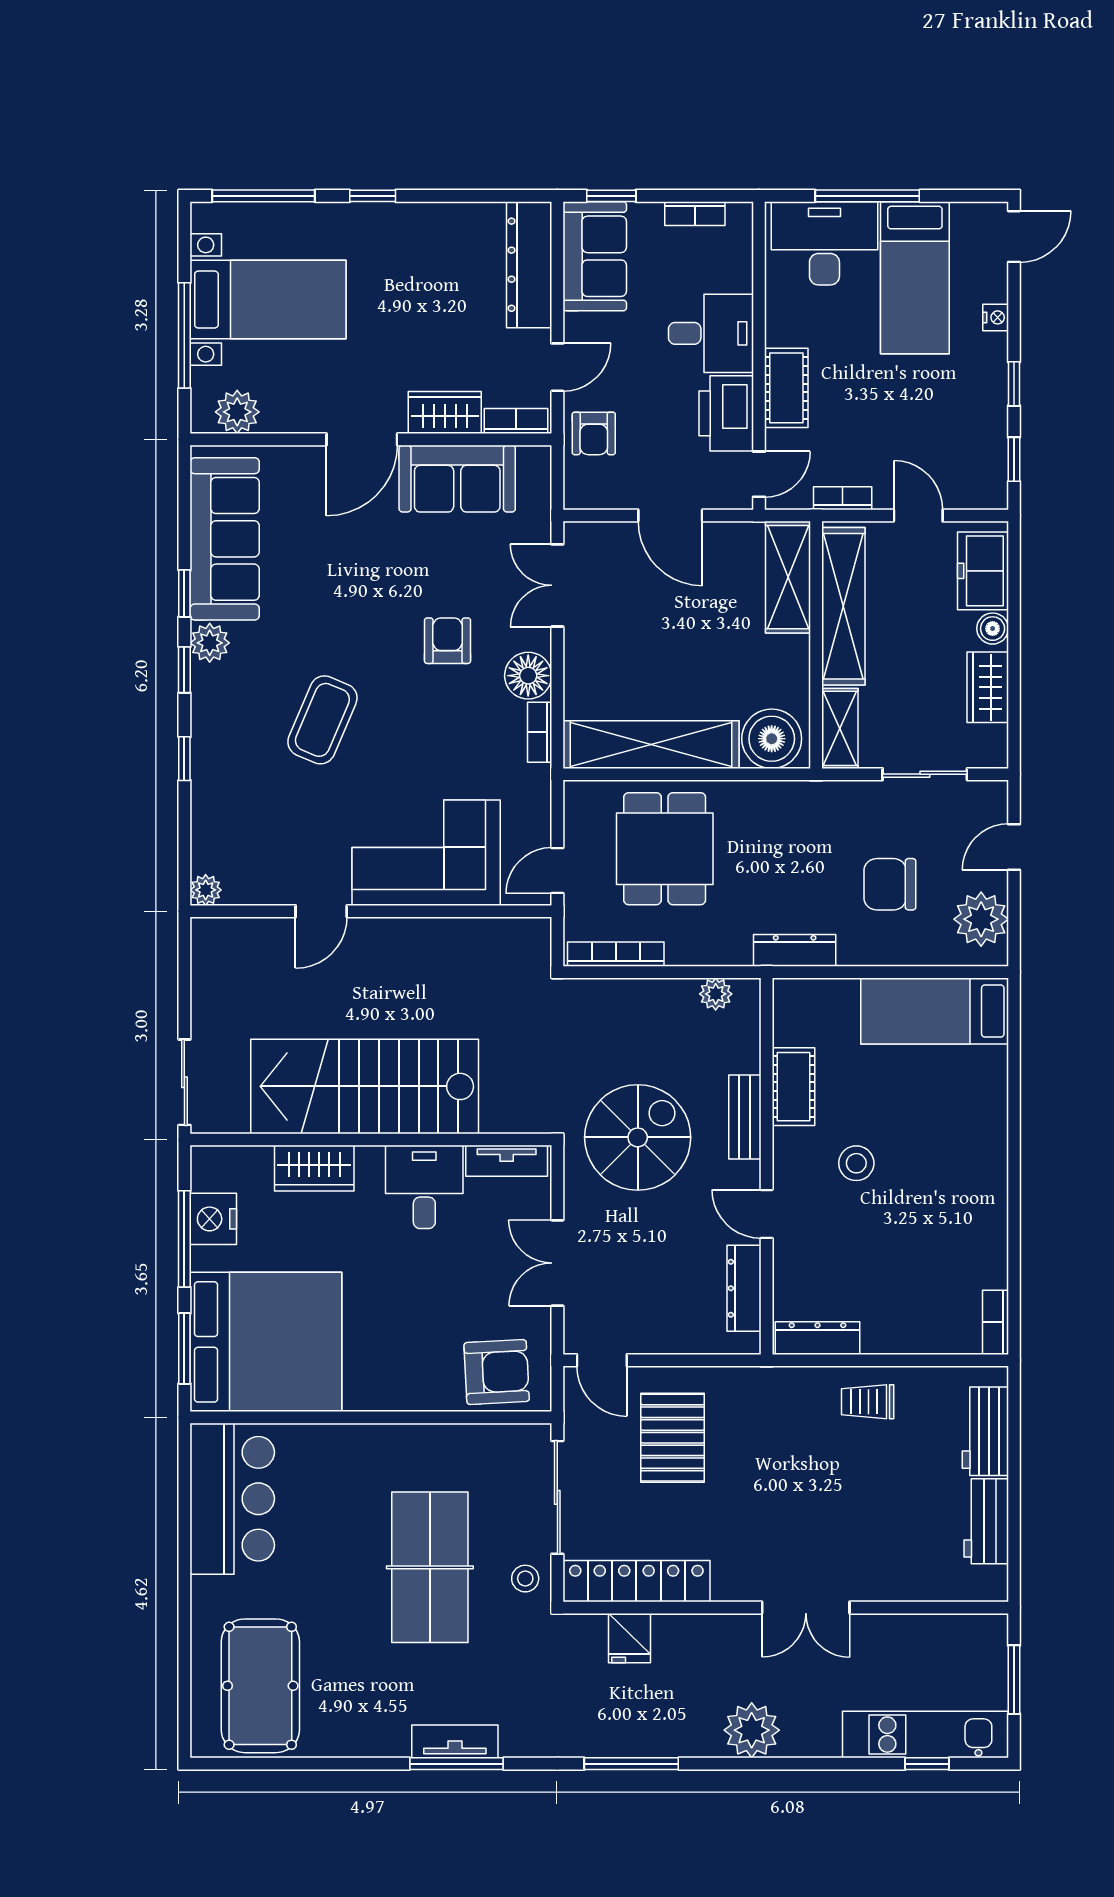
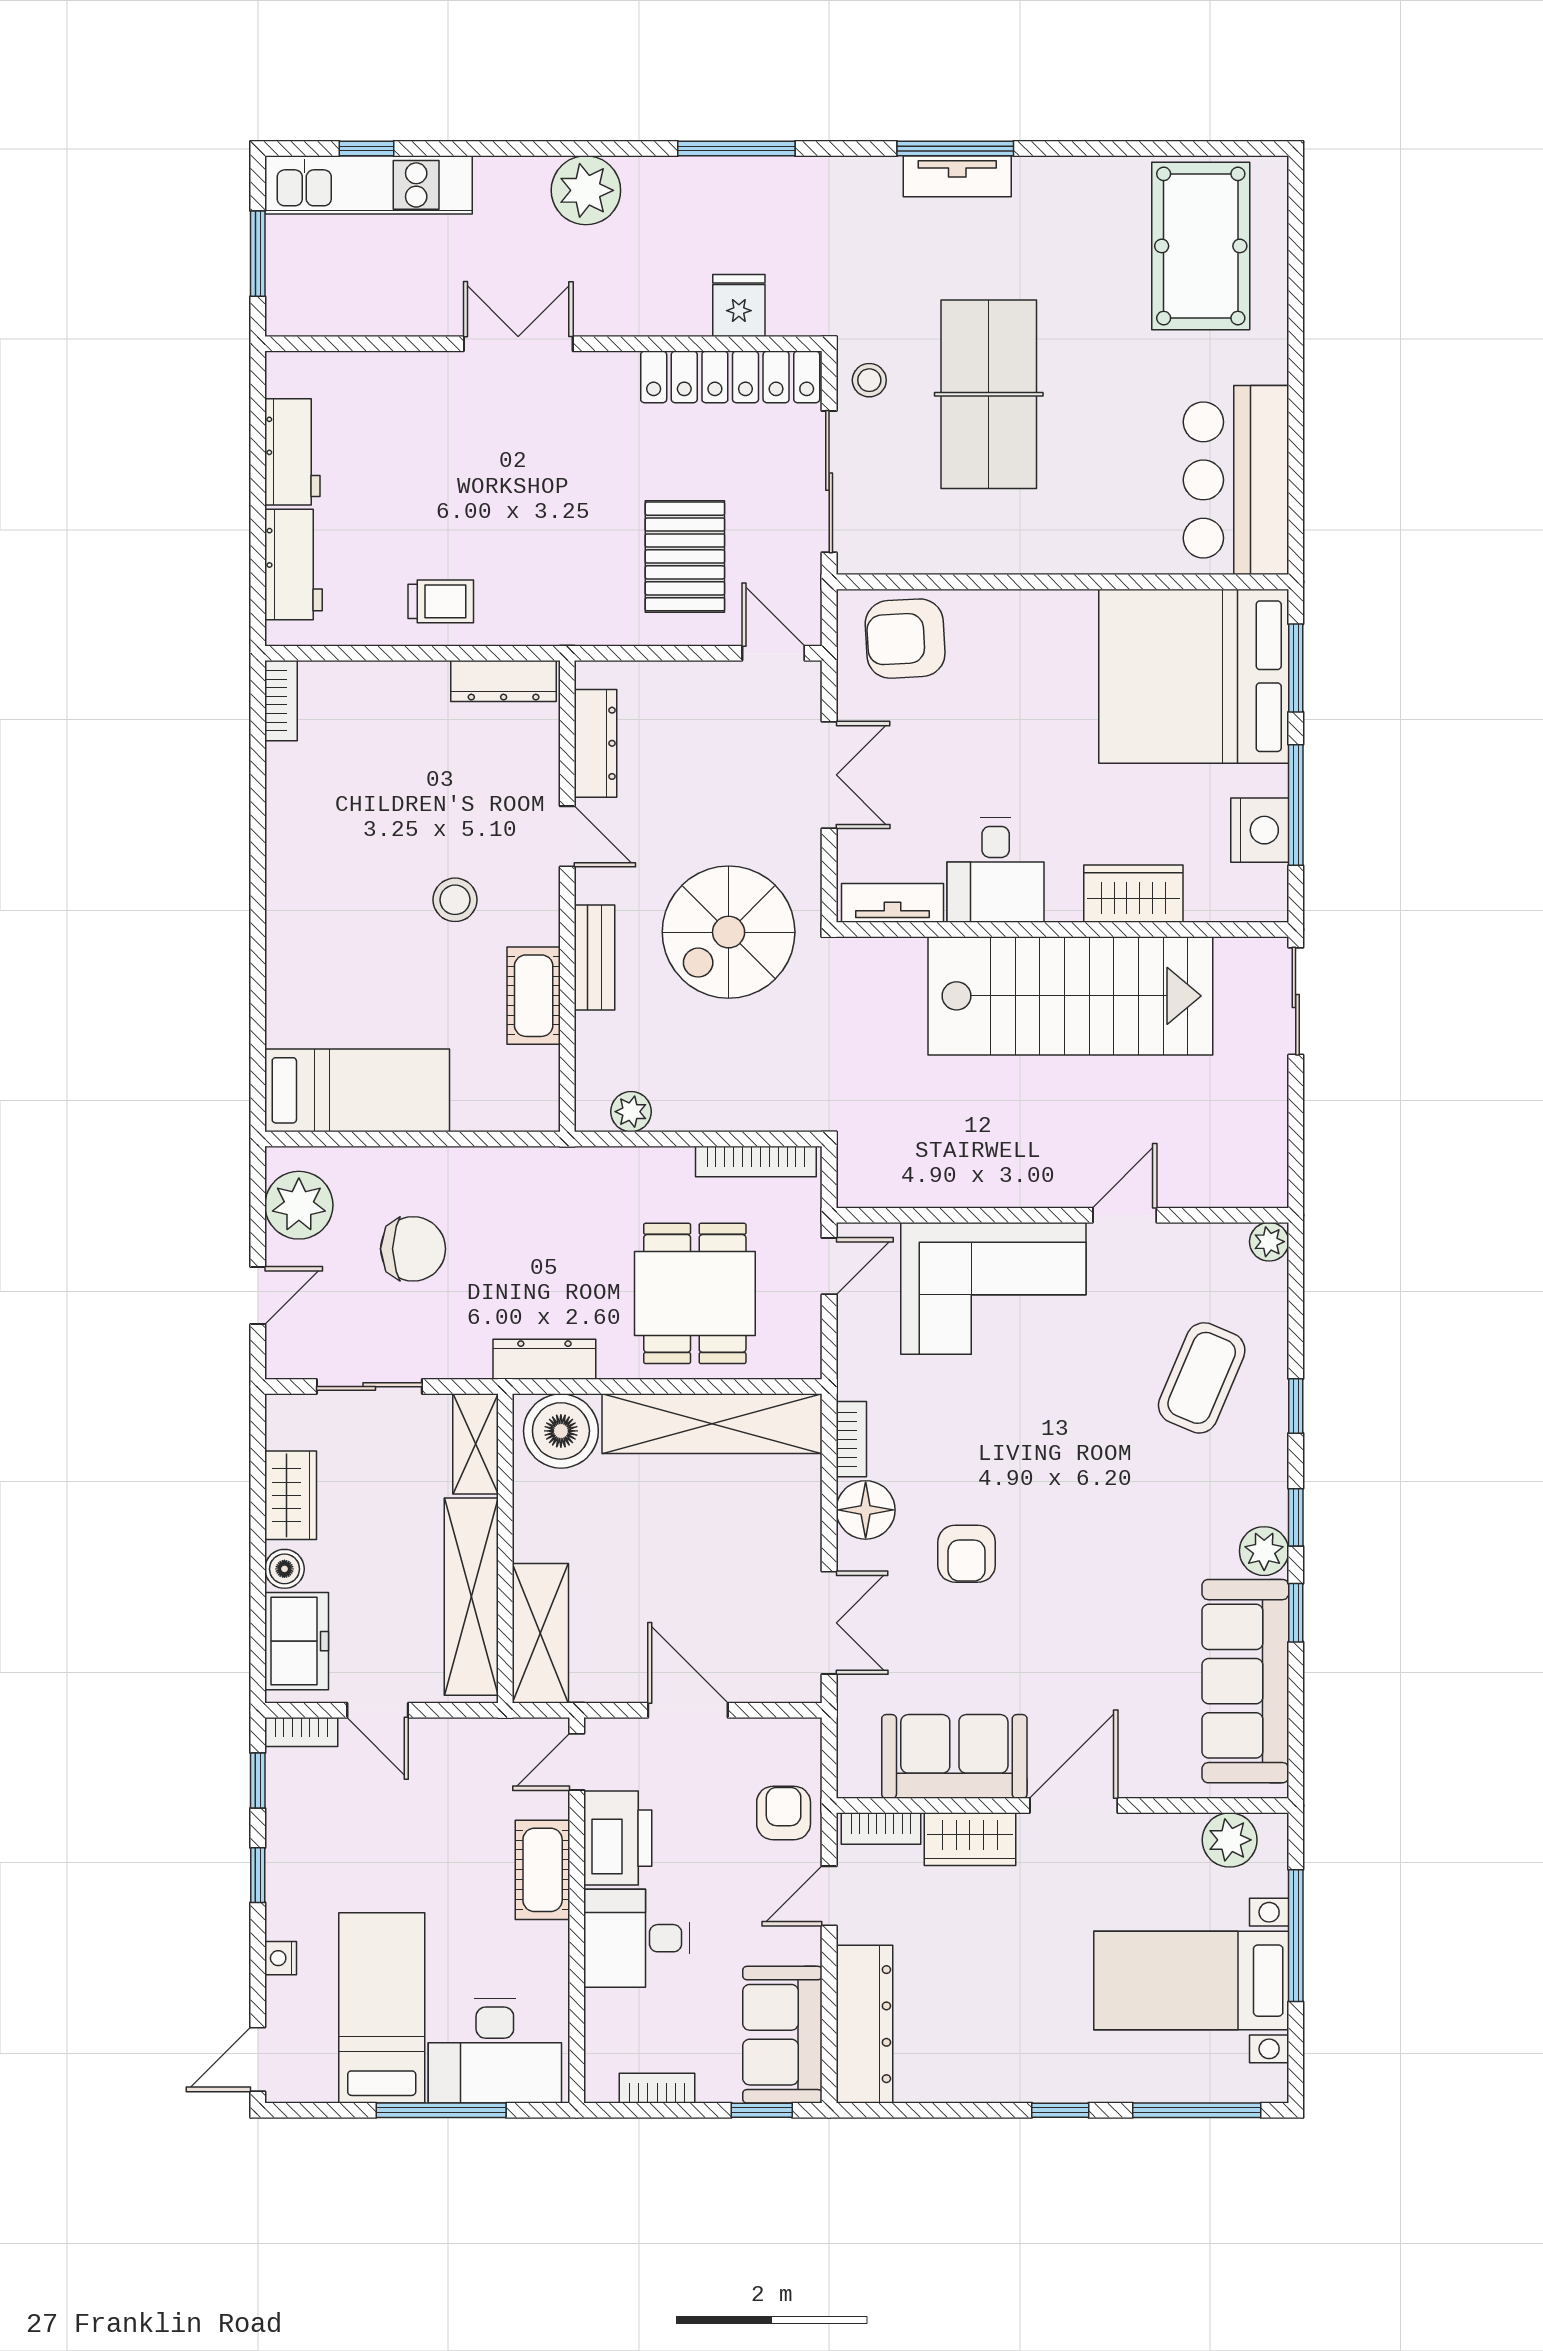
bookcase: (843, 498) -> (301, 1732), moved
coffee table: (322, 720) -> (1202, 1378), moved
dresser: (795, 950) -> (544, 1359), moved, turned 180

